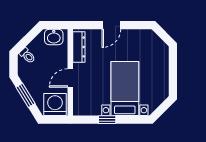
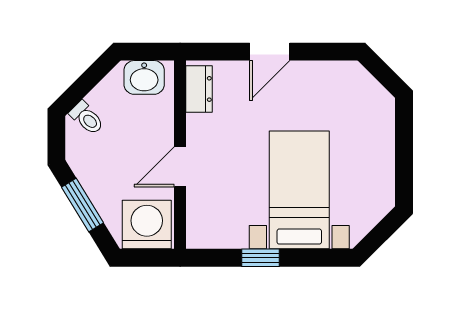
dresser: (79, 47) -> (199, 89), width x0.70

